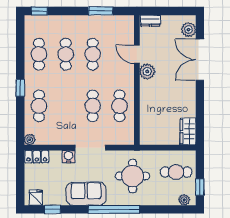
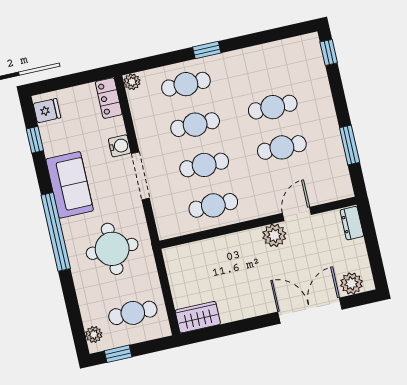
cafe table: (39, 54) -> (195, 125), moved
cafe table: (176, 172) -> (133, 313), turned 90

